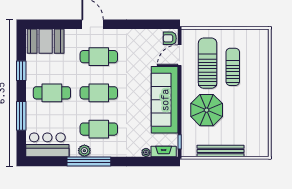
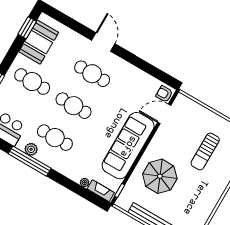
booth: (46, 41) -> (39, 42), moved, turned 90
sun lounger: (208, 63) -> (185, 135), removed
sun lounger: (233, 67) -> (205, 152), turned 180
window: (21, 71) -> (27, 28), moved

